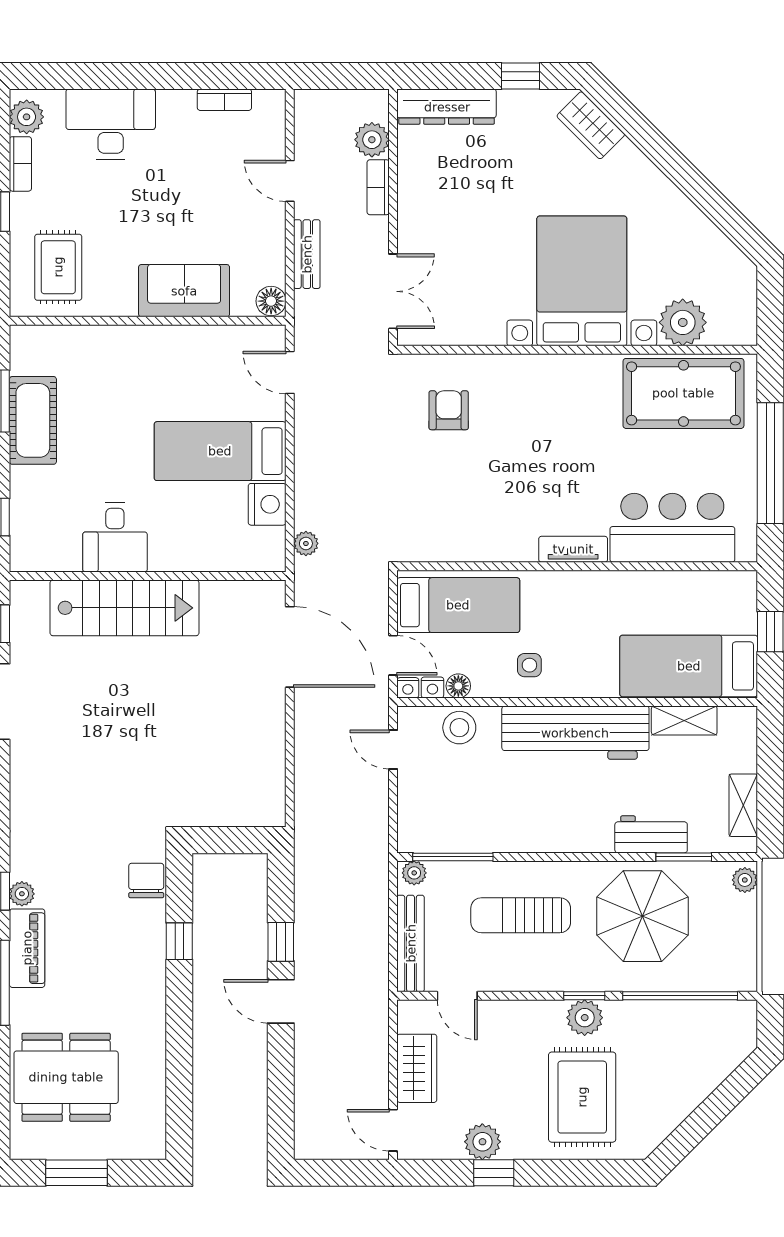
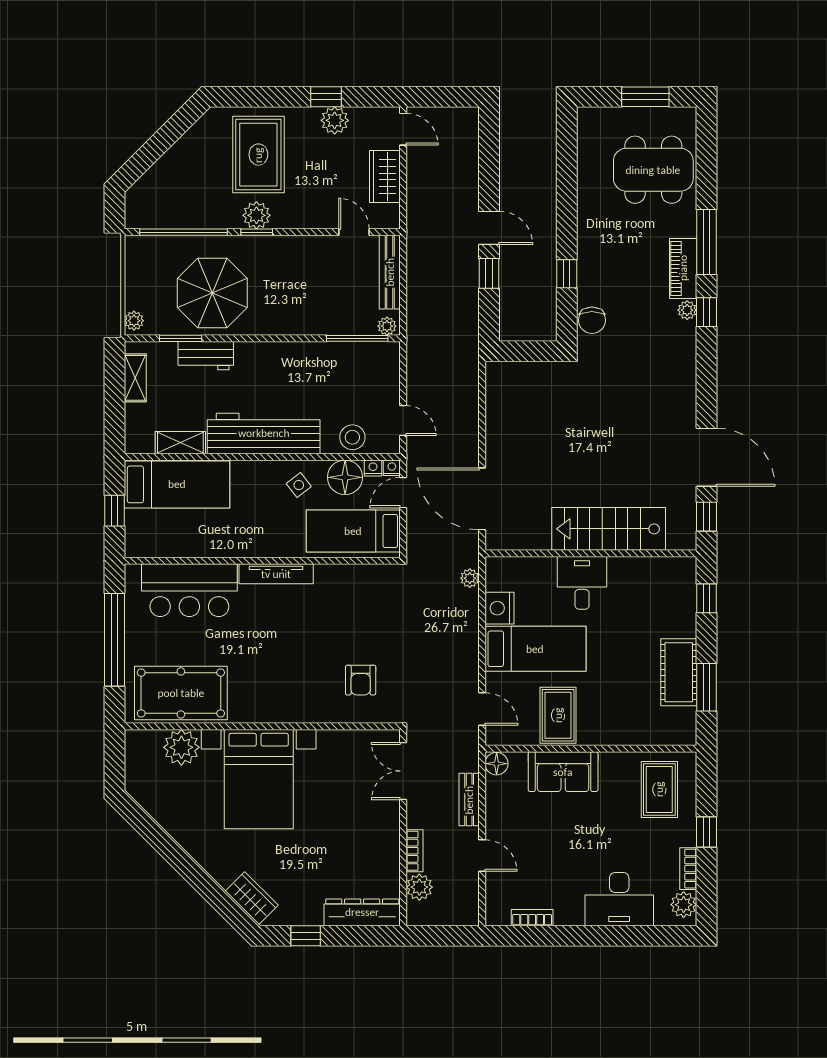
rug: (191, 364) -> (558, 715), added
desk: (115, 537) -> (582, 583), moved
tv unit: (573, 549) -> (276, 574), width x1.41
door: (393, 655) -> (403, 493), hinge flipped
side table: (529, 665) -> (299, 485), turned -38
floor lamp: (458, 686) -> (345, 477), width x1.89, depth x1.89
sun lounger: (521, 915) -> (305, 294), removed

